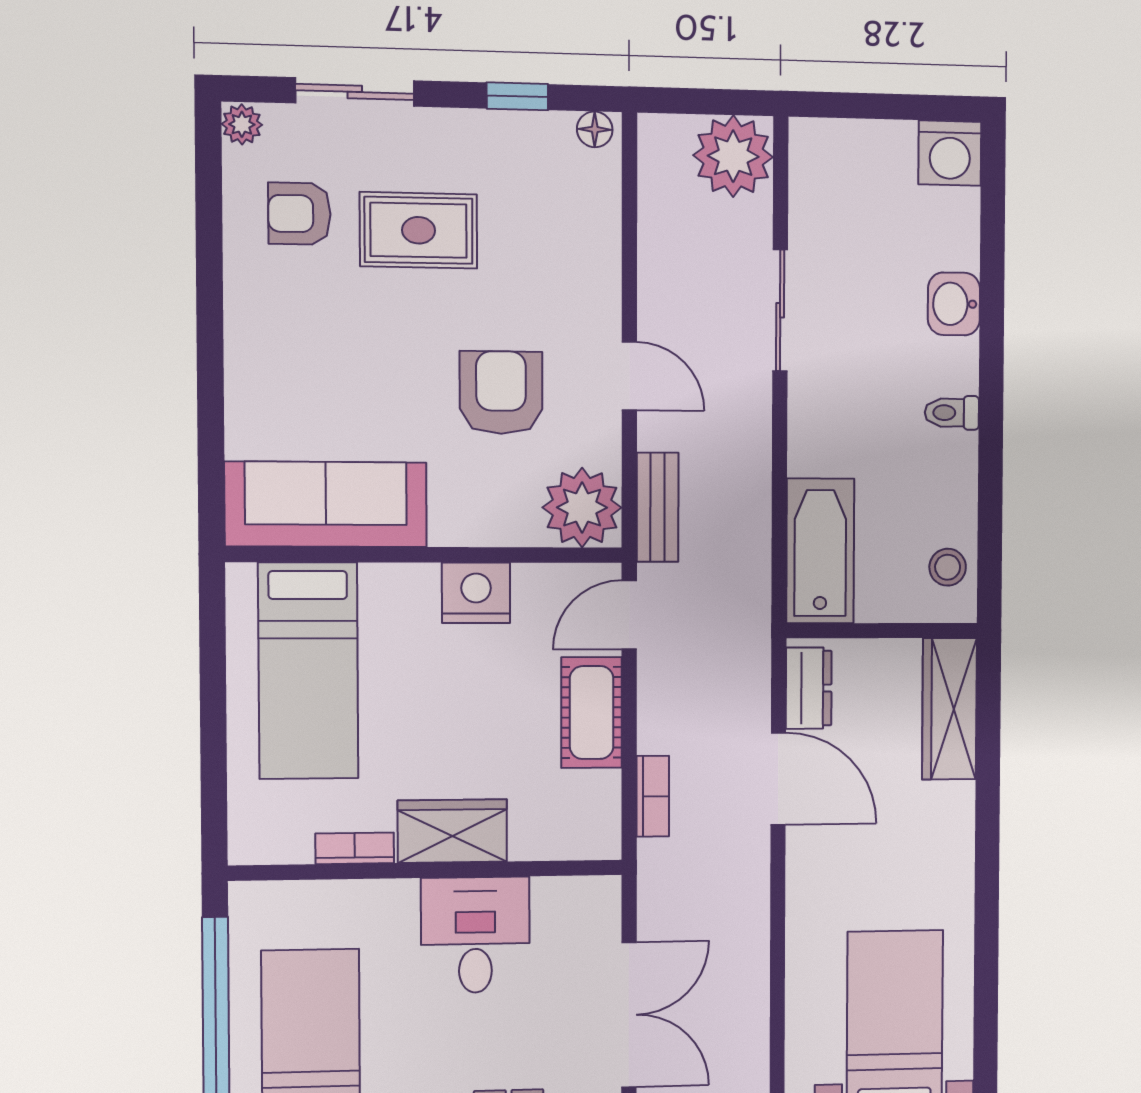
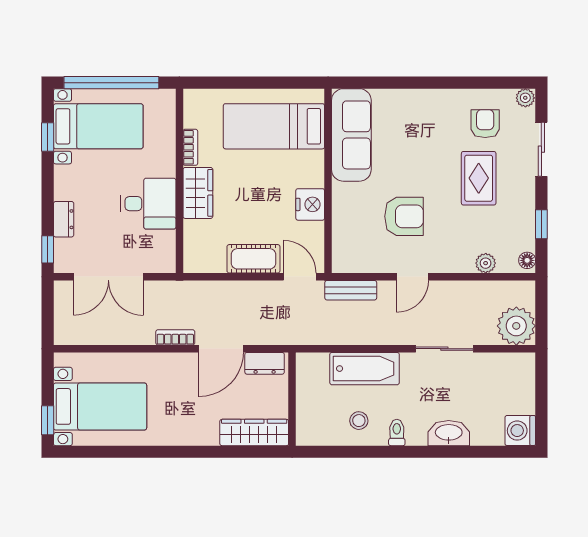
washbasin: (954, 304) -> (449, 433), width x1.38
plant: (582, 508) -> (486, 263), moved, width x0.53, depth x0.53
bathtub: (820, 551) -> (365, 369), moved
stool: (948, 567) -> (359, 421), moved
bookcase: (653, 796) -> (175, 337), moved, turned 180

